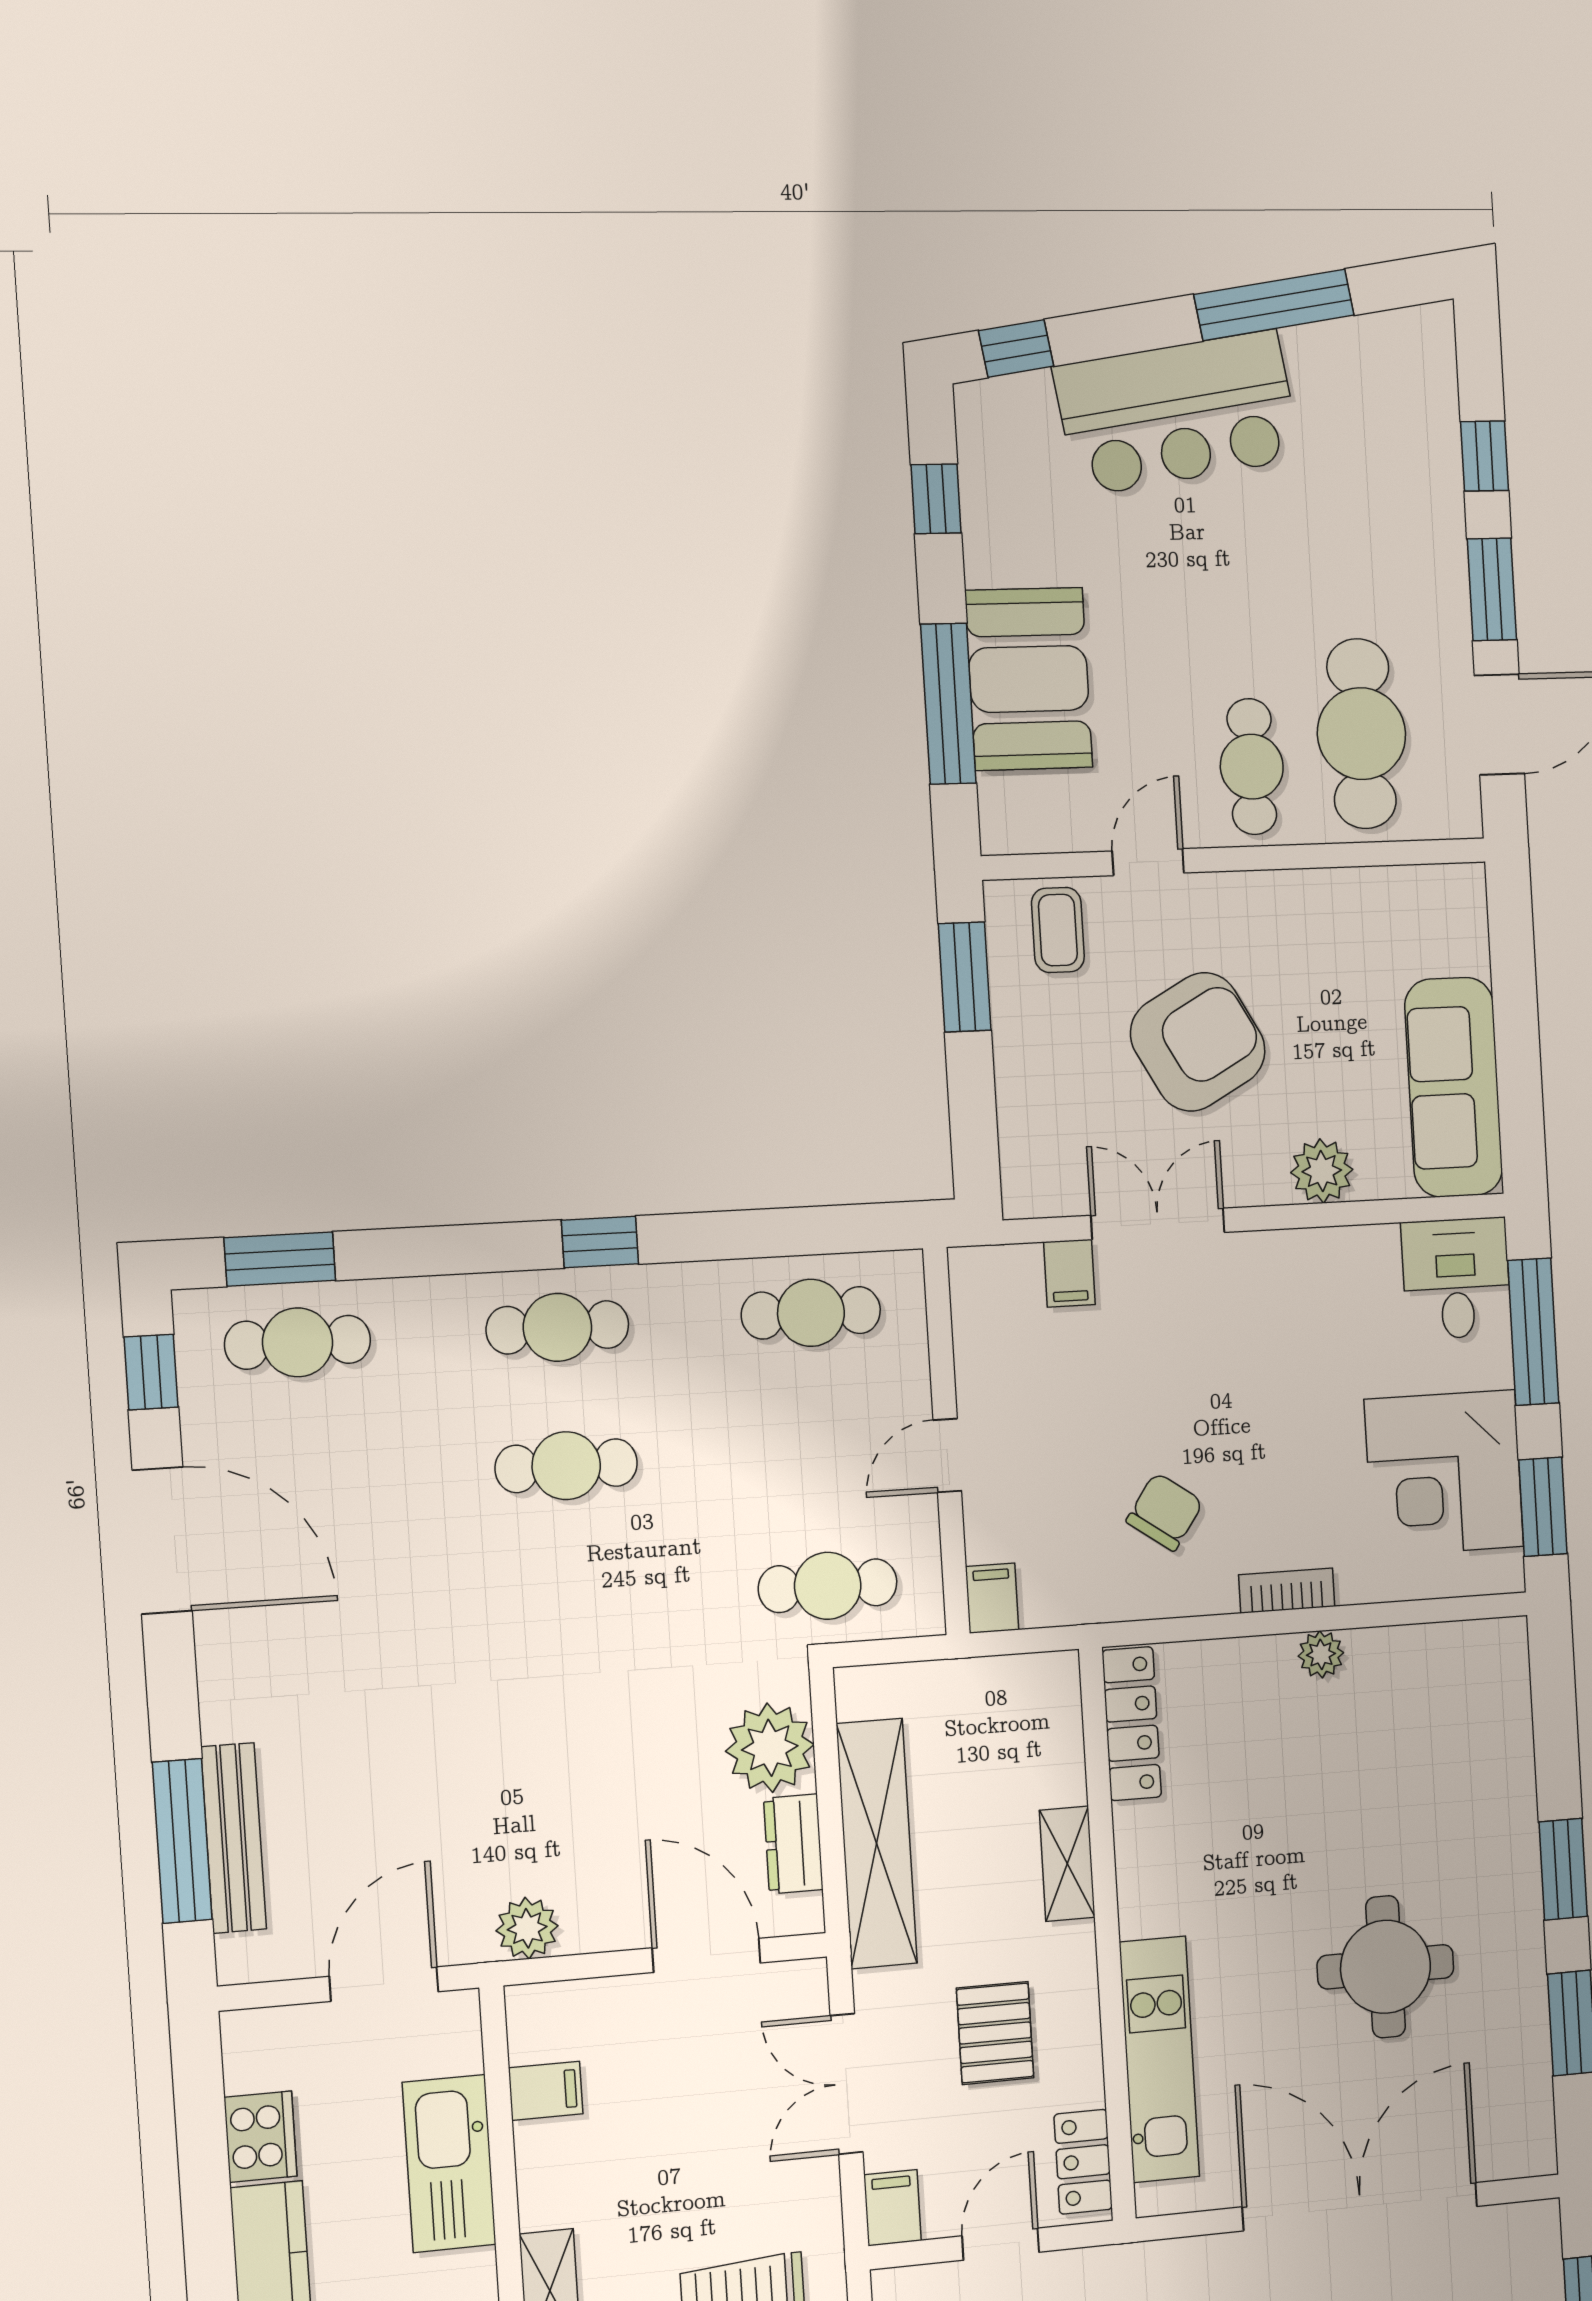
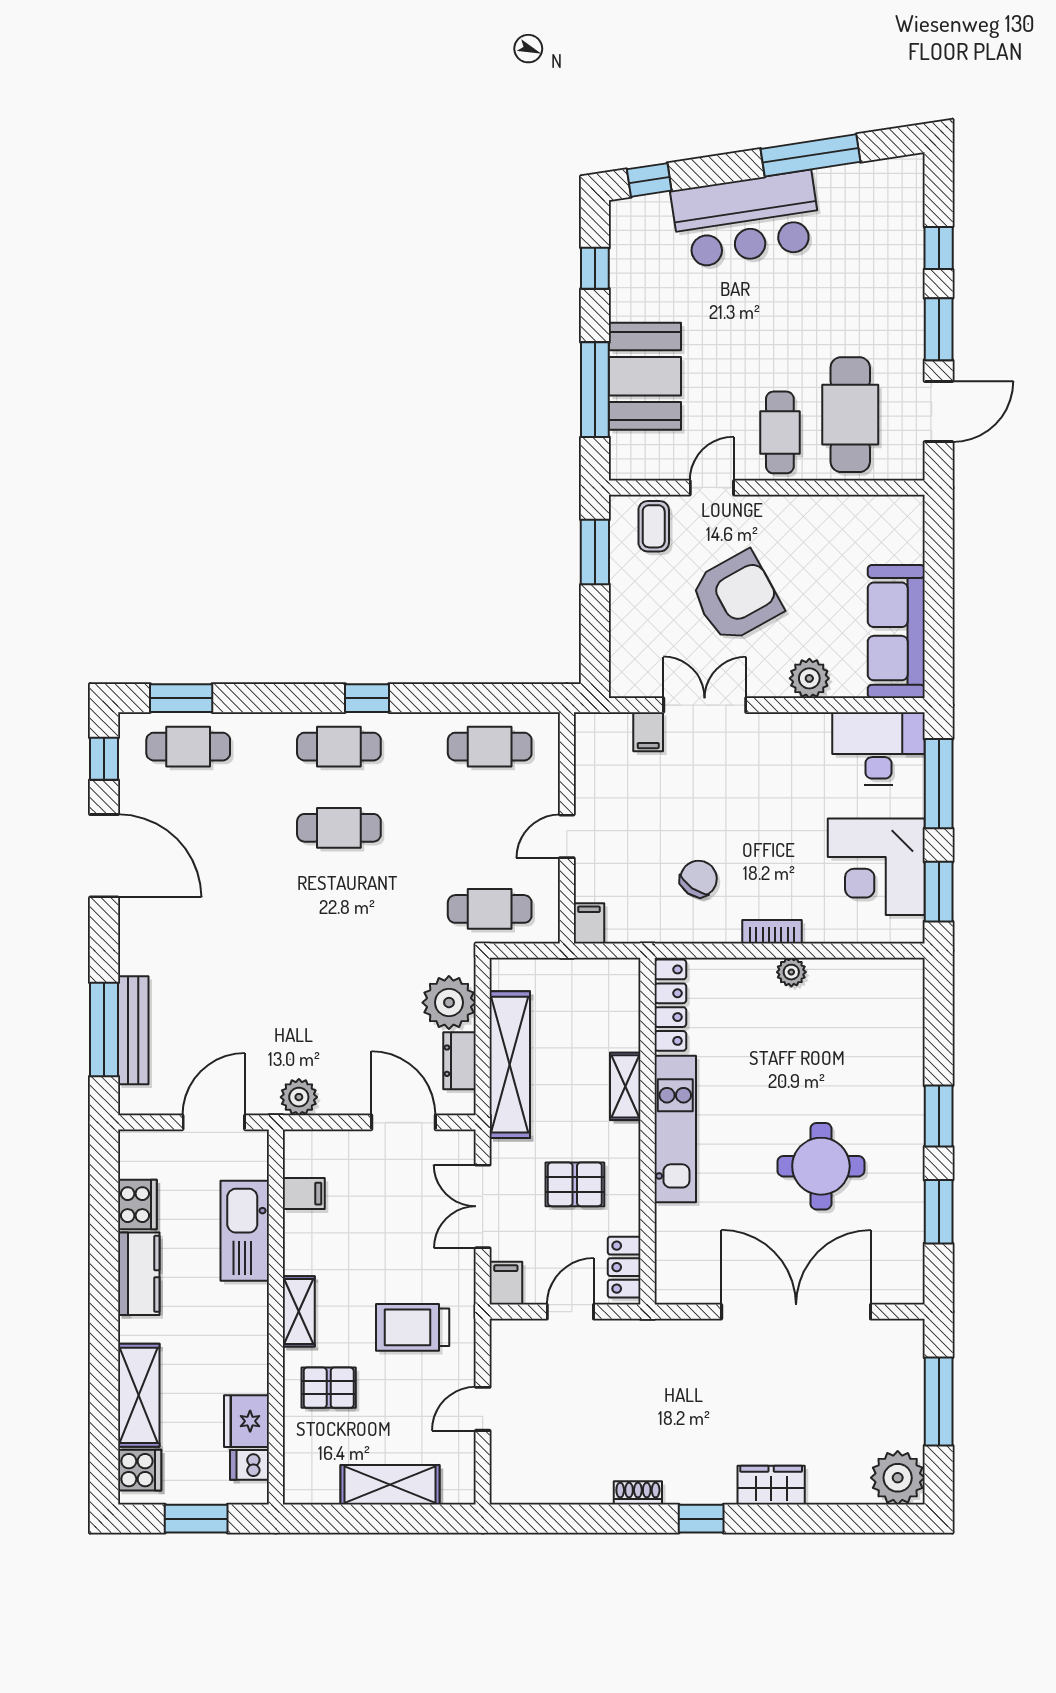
desk: (1456, 1279) -> (878, 748), width x1.37
pallet: (995, 2033) -> (575, 1184), turned 90
kitchen unit: (1159, 2059) -> (675, 1129), moved

